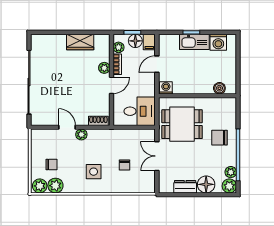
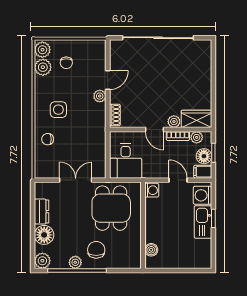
wardrobe: (80, 42) -> (196, 119), moved, turned 90
washing machine: (218, 42) -> (202, 195), moved
chair: (124, 165) -> (48, 139), moved
plant: (231, 172) -> (75, 262), moved

